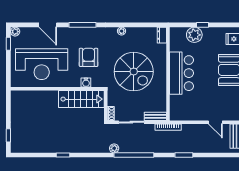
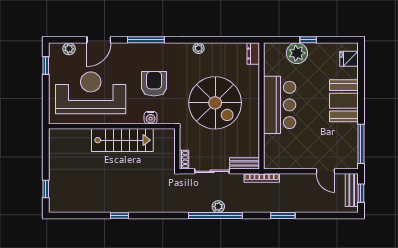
door: (48, 25) -> (99, 40), hinge flipped
plant: (15, 32) -> (69, 49), moved
reception desk: (42, 64) -> (91, 93), turned 180
stairs: (81, 99) -> (122, 140), moved
plant: (114, 148) -> (218, 207), moved

